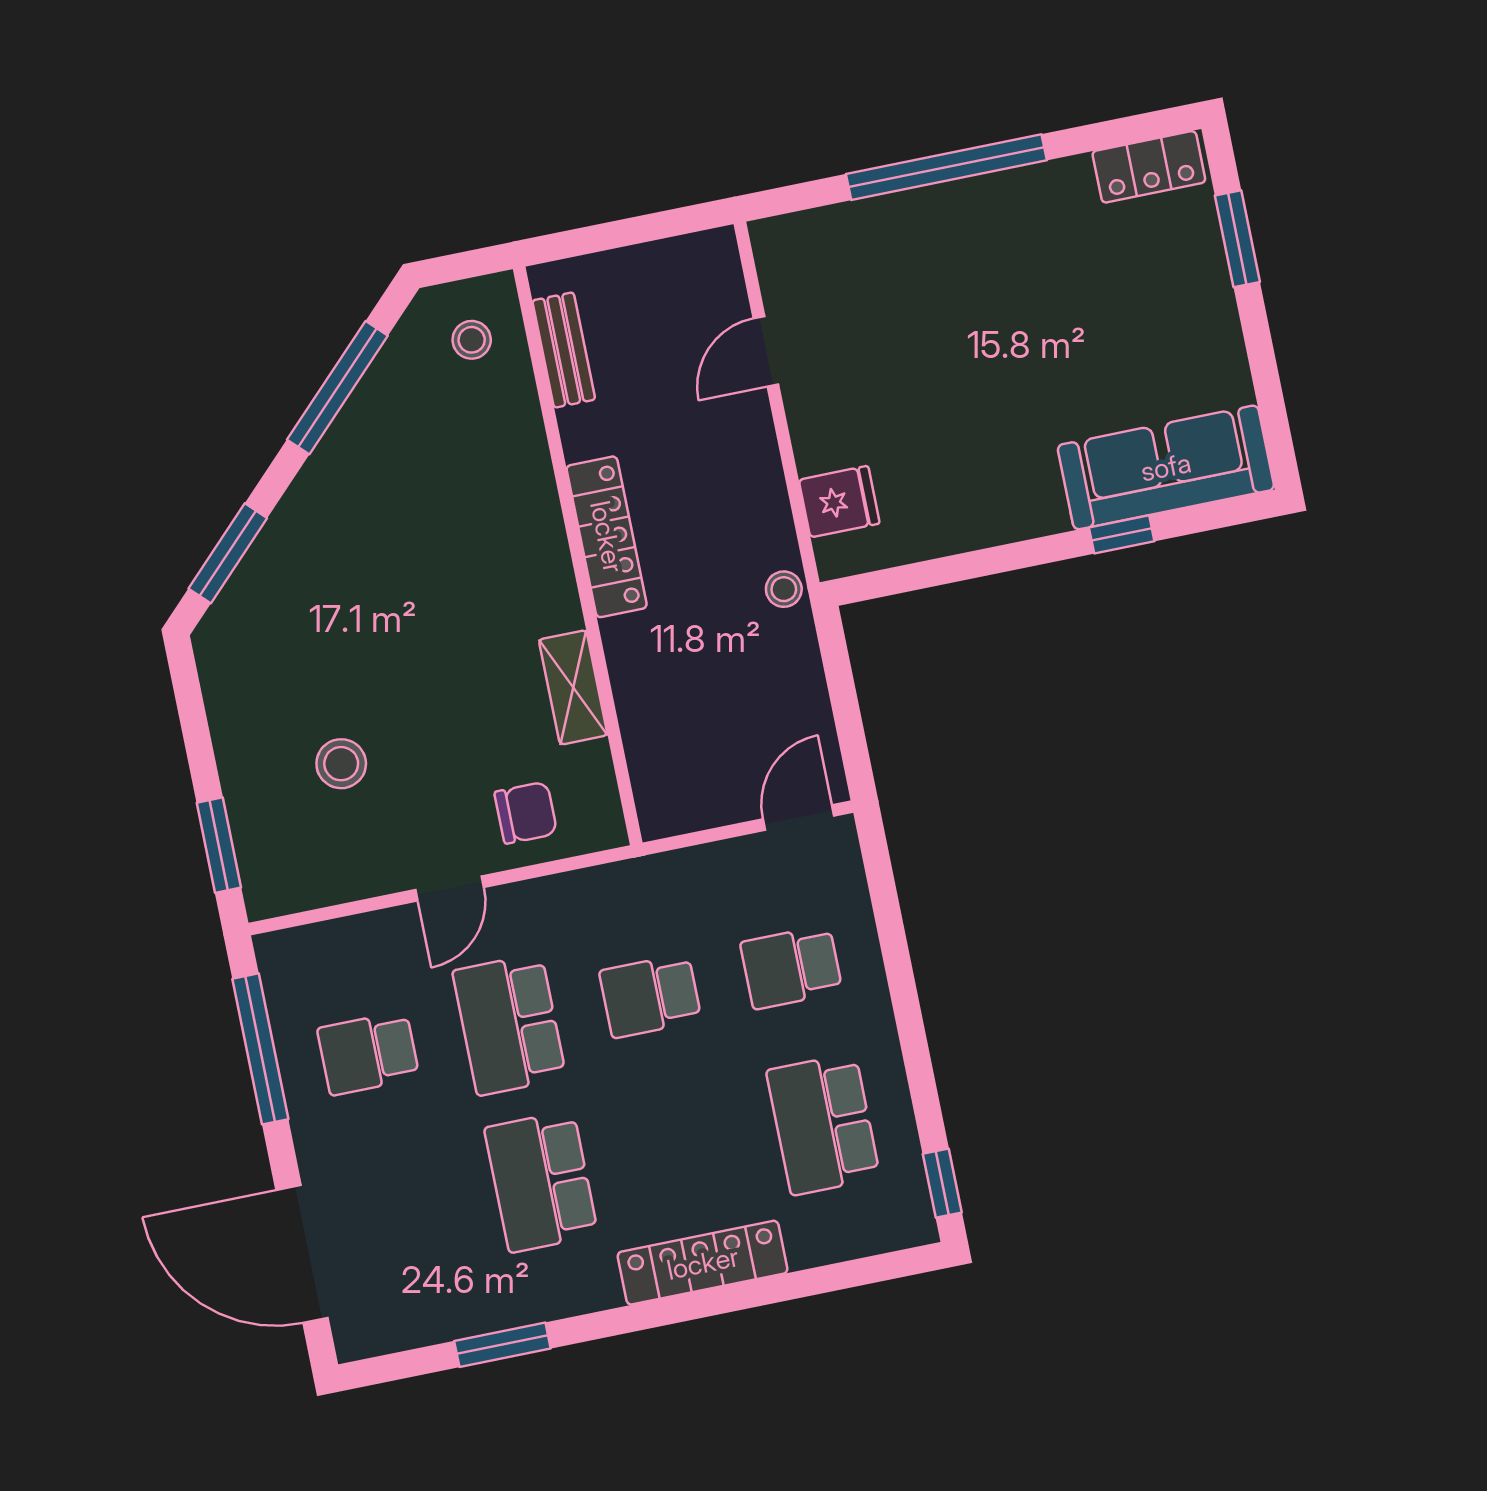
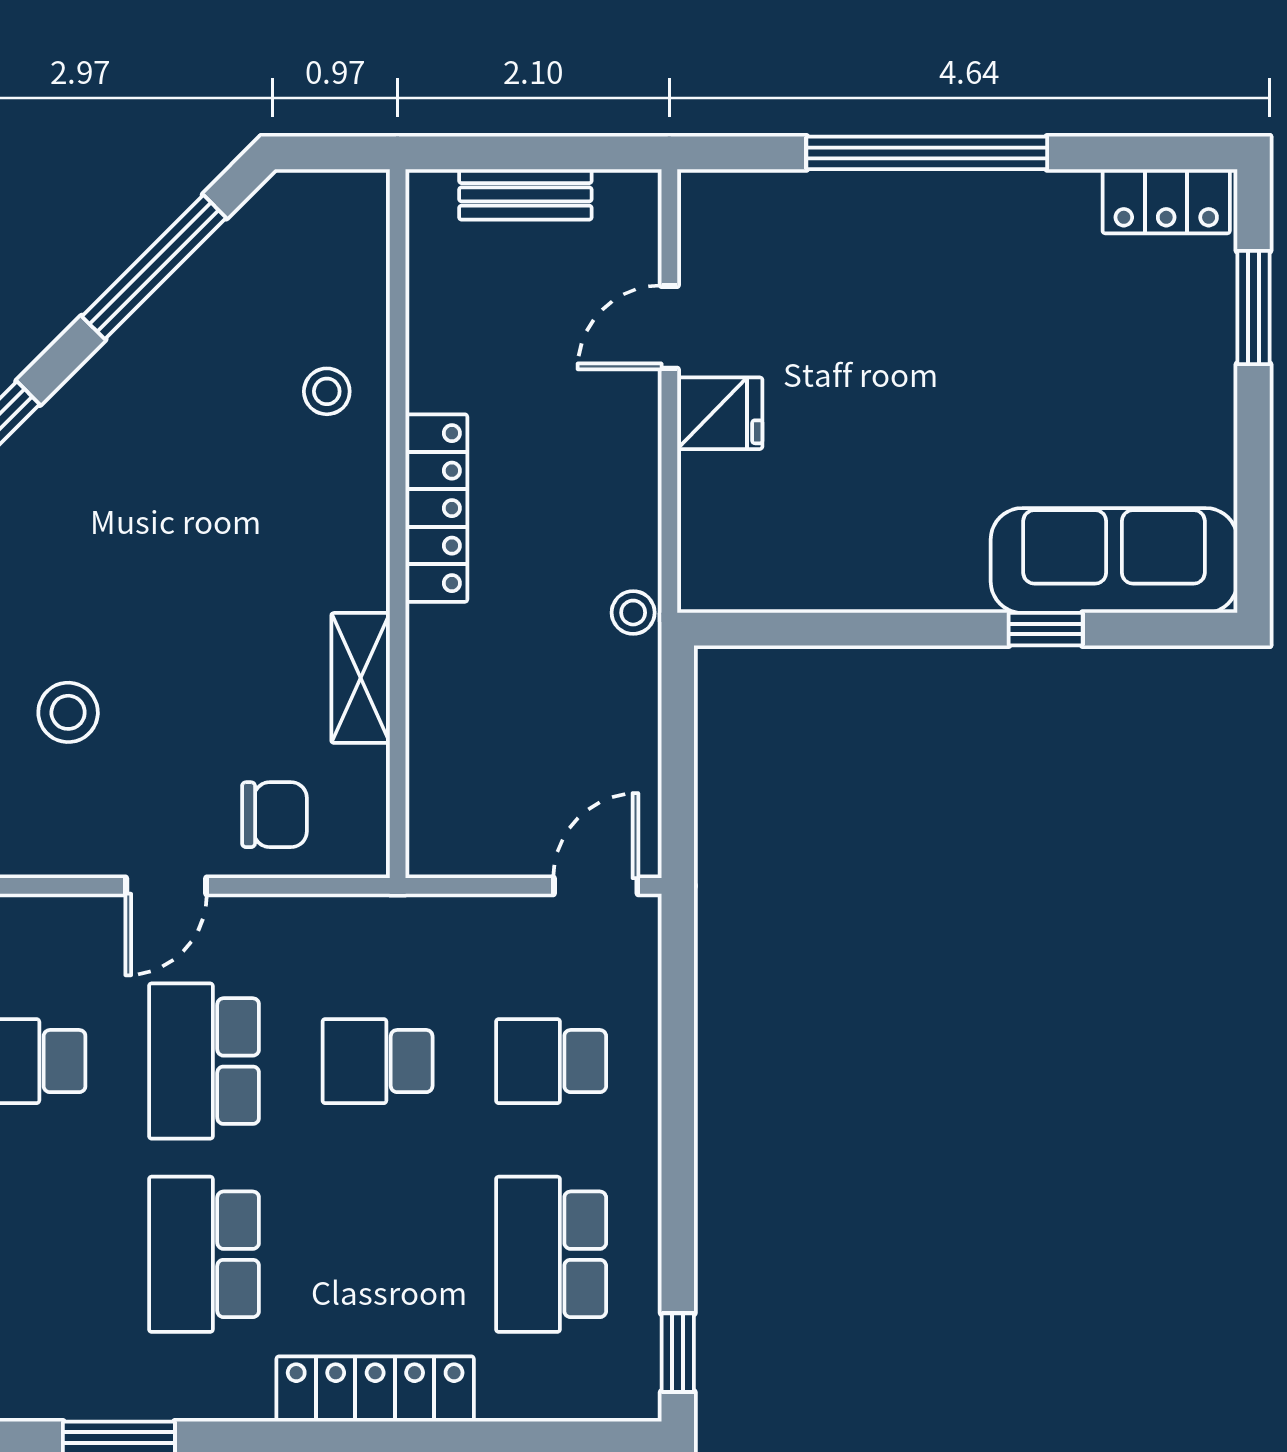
stool: (472, 340) -> (327, 391), moved
bench: (564, 350) -> (525, 194), moved, turned 90
fridge: (839, 502) -> (720, 413), moved

